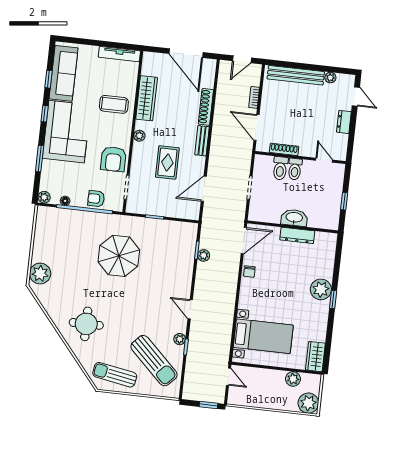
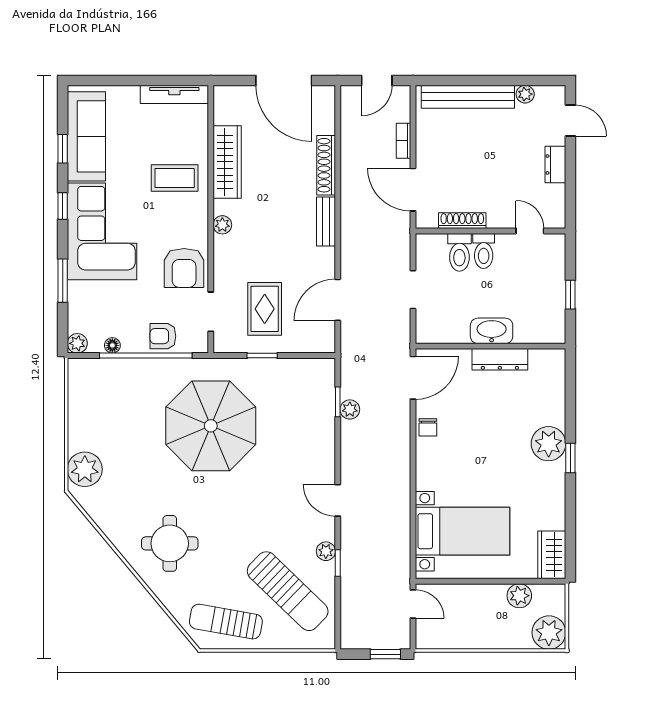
rug: (167, 162) -> (265, 309), moved
parasol: (119, 256) -> (211, 426), width x1.36, depth x1.36

